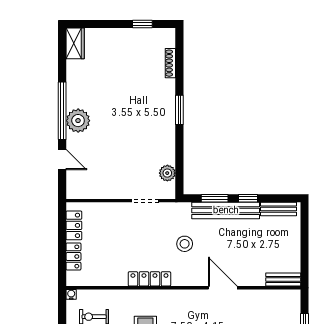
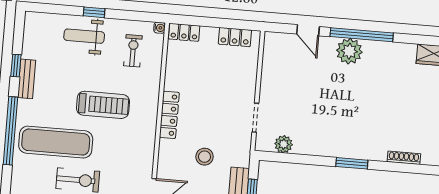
door: (62, 160) -> (308, 30), hinge flipped
locker: (73, 256) -> (184, 32), moved

